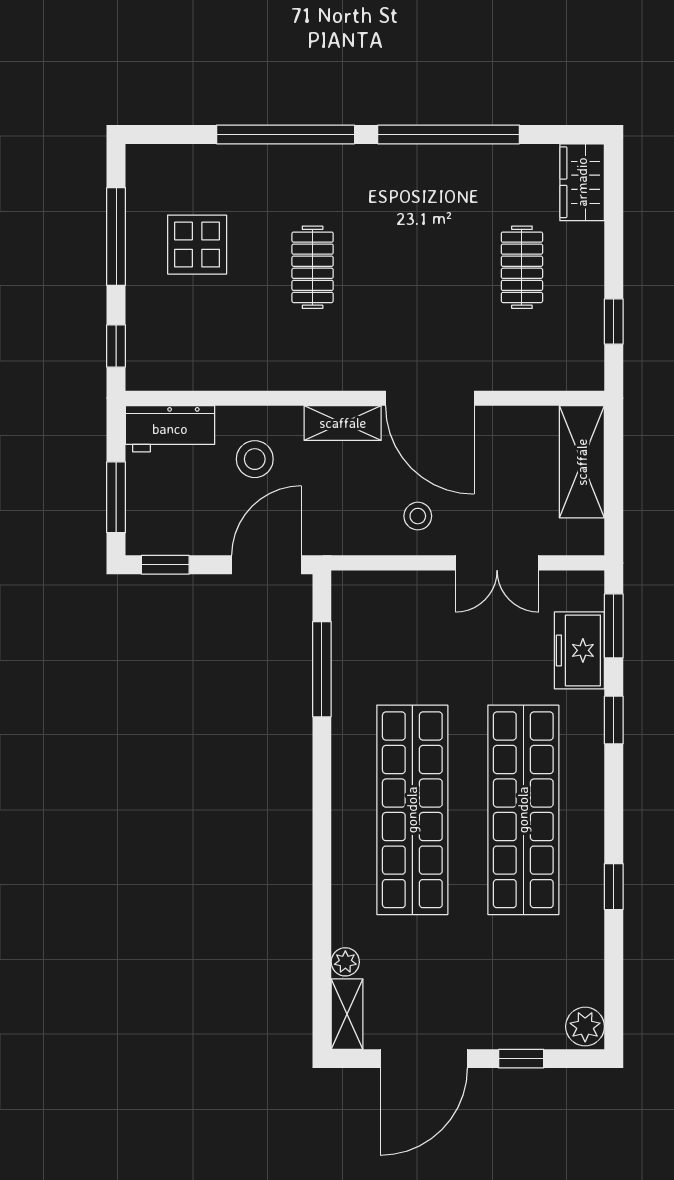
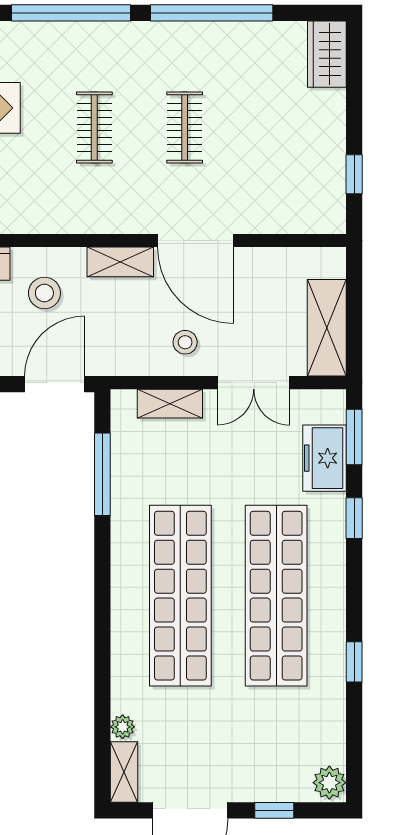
clothes rail: (522, 267) -> (185, 128), moved
shelving: (582, 462) -> (327, 328), moved
shelving: (400, 587) -> (170, 404), added

